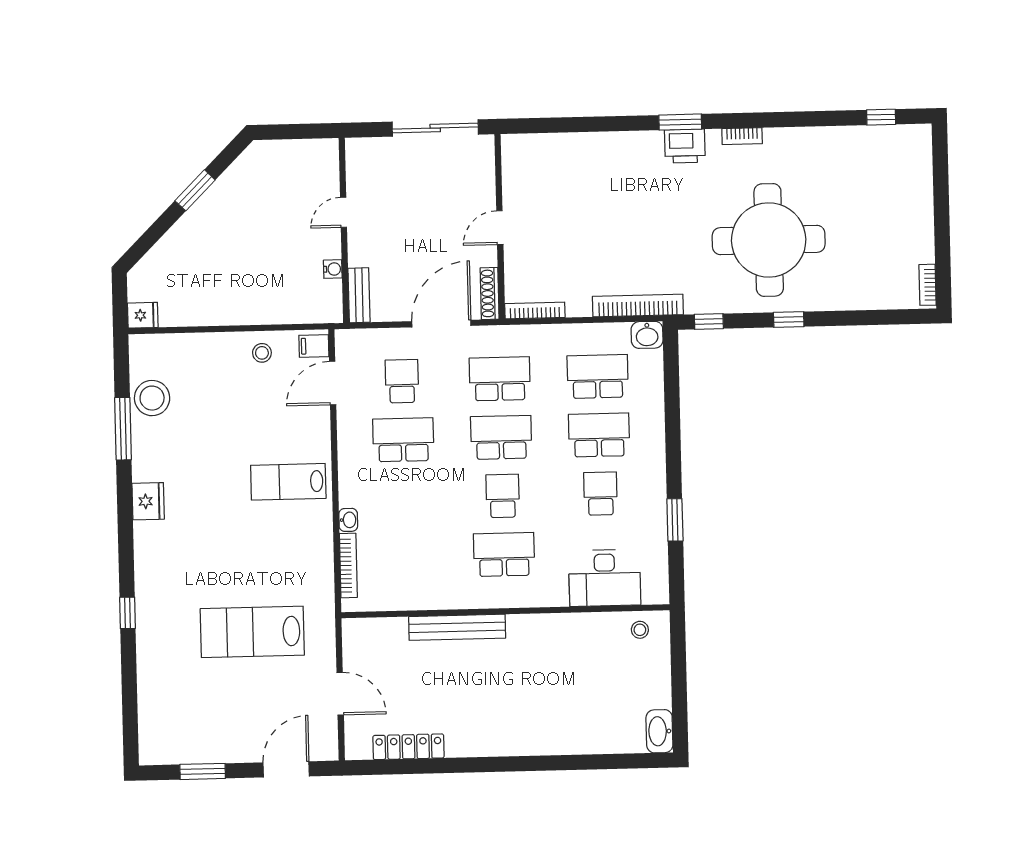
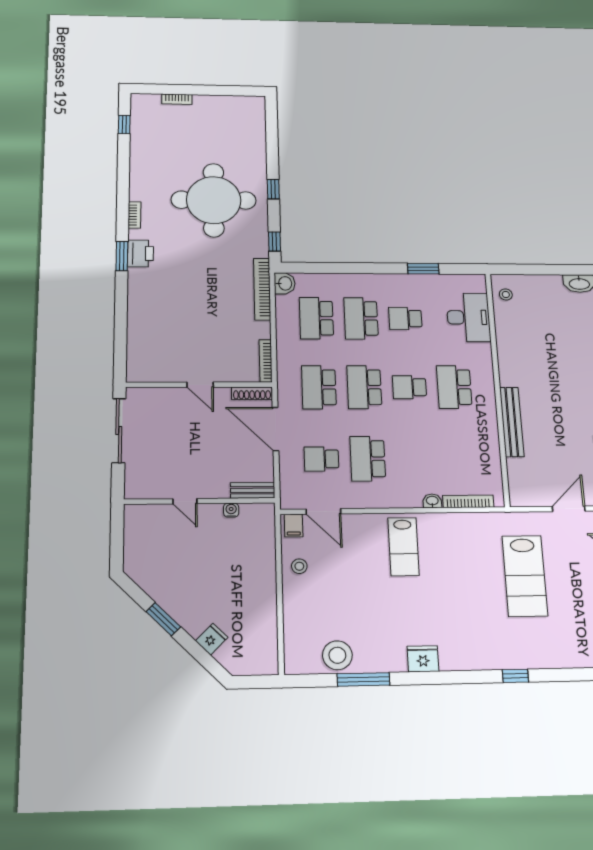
bookcase: (928, 285) -> (177, 99), moved
fridge: (143, 315) -> (212, 639), moved, turned 45

